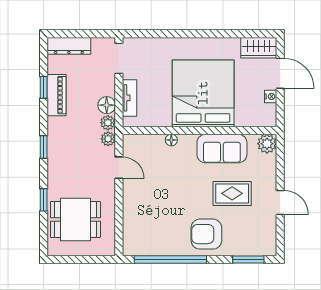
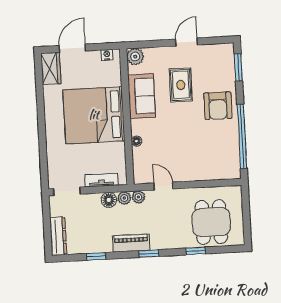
piano: (57, 95) -> (131, 243), moved
nightstand: (271, 97) -> (107, 55), moved
door: (119, 168) -> (163, 186), hinge flipped

